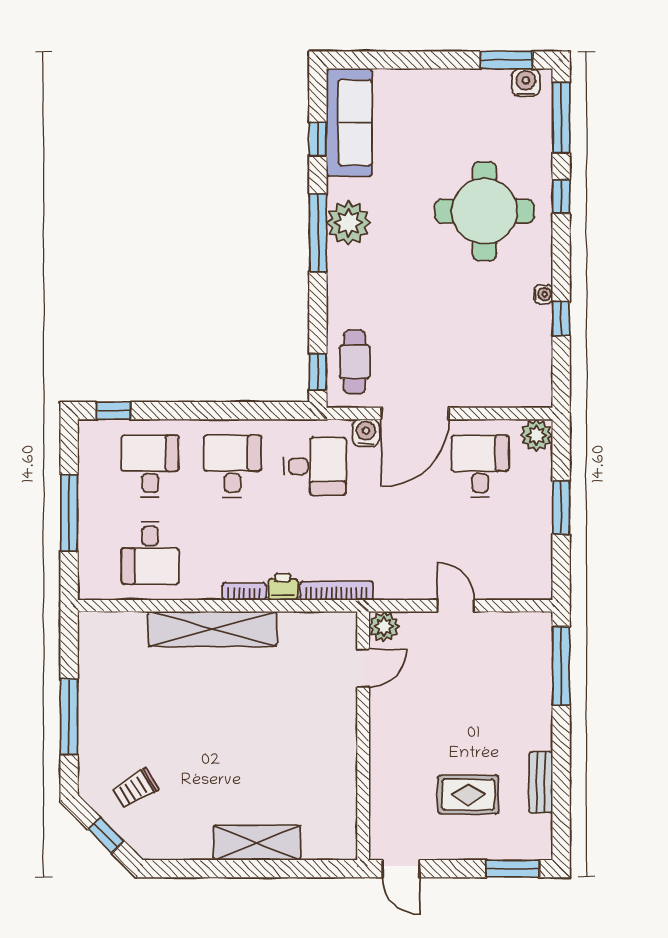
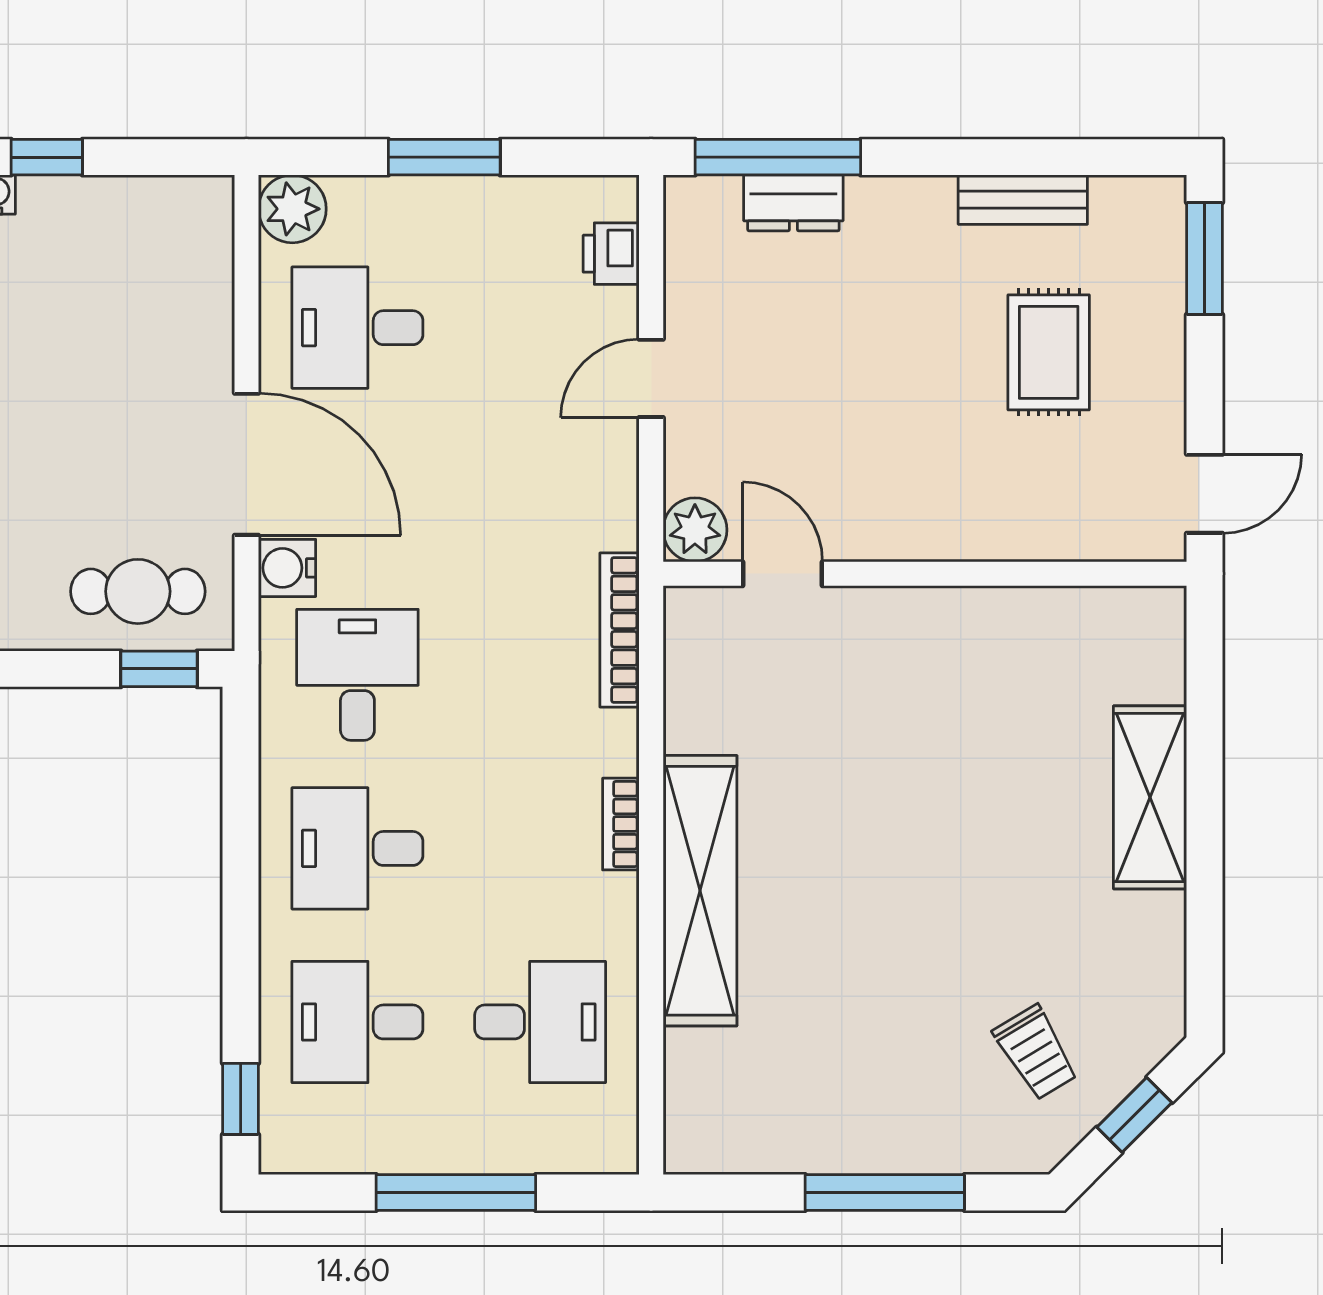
printer: (283, 587) -> (611, 254), moved
dresser: (539, 673) -> (793, 203), added

